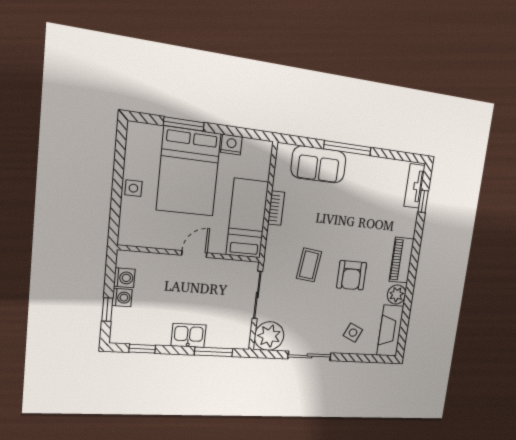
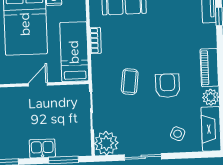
armchair: (352, 275) -> (168, 86), turned 180

